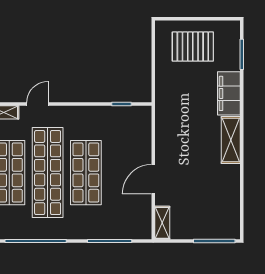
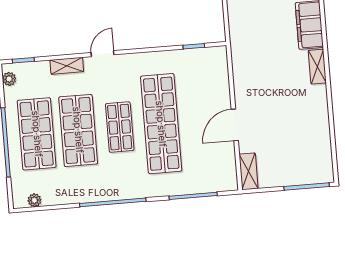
shelving: (231, 140) -> (317, 67), width x0.67, depth x0.75
shop shelf: (48, 173) -> (120, 127), width x0.50, depth x0.74
shop shelf: (86, 173) -> (161, 124), width x1.40

